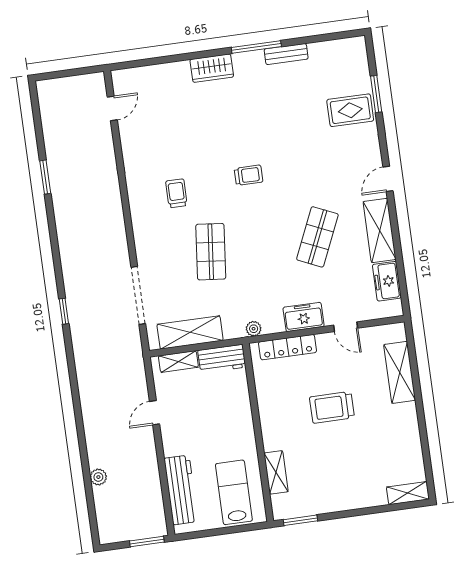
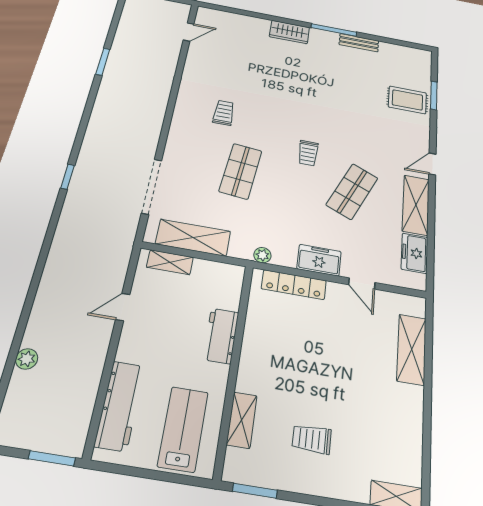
trolley: (248, 175) -> (308, 153), moved, turned 90
workbench: (222, 359) -> (221, 336), moved, turned 90
trolley: (332, 407) -> (312, 439), moved, width x0.73, depth x0.72

